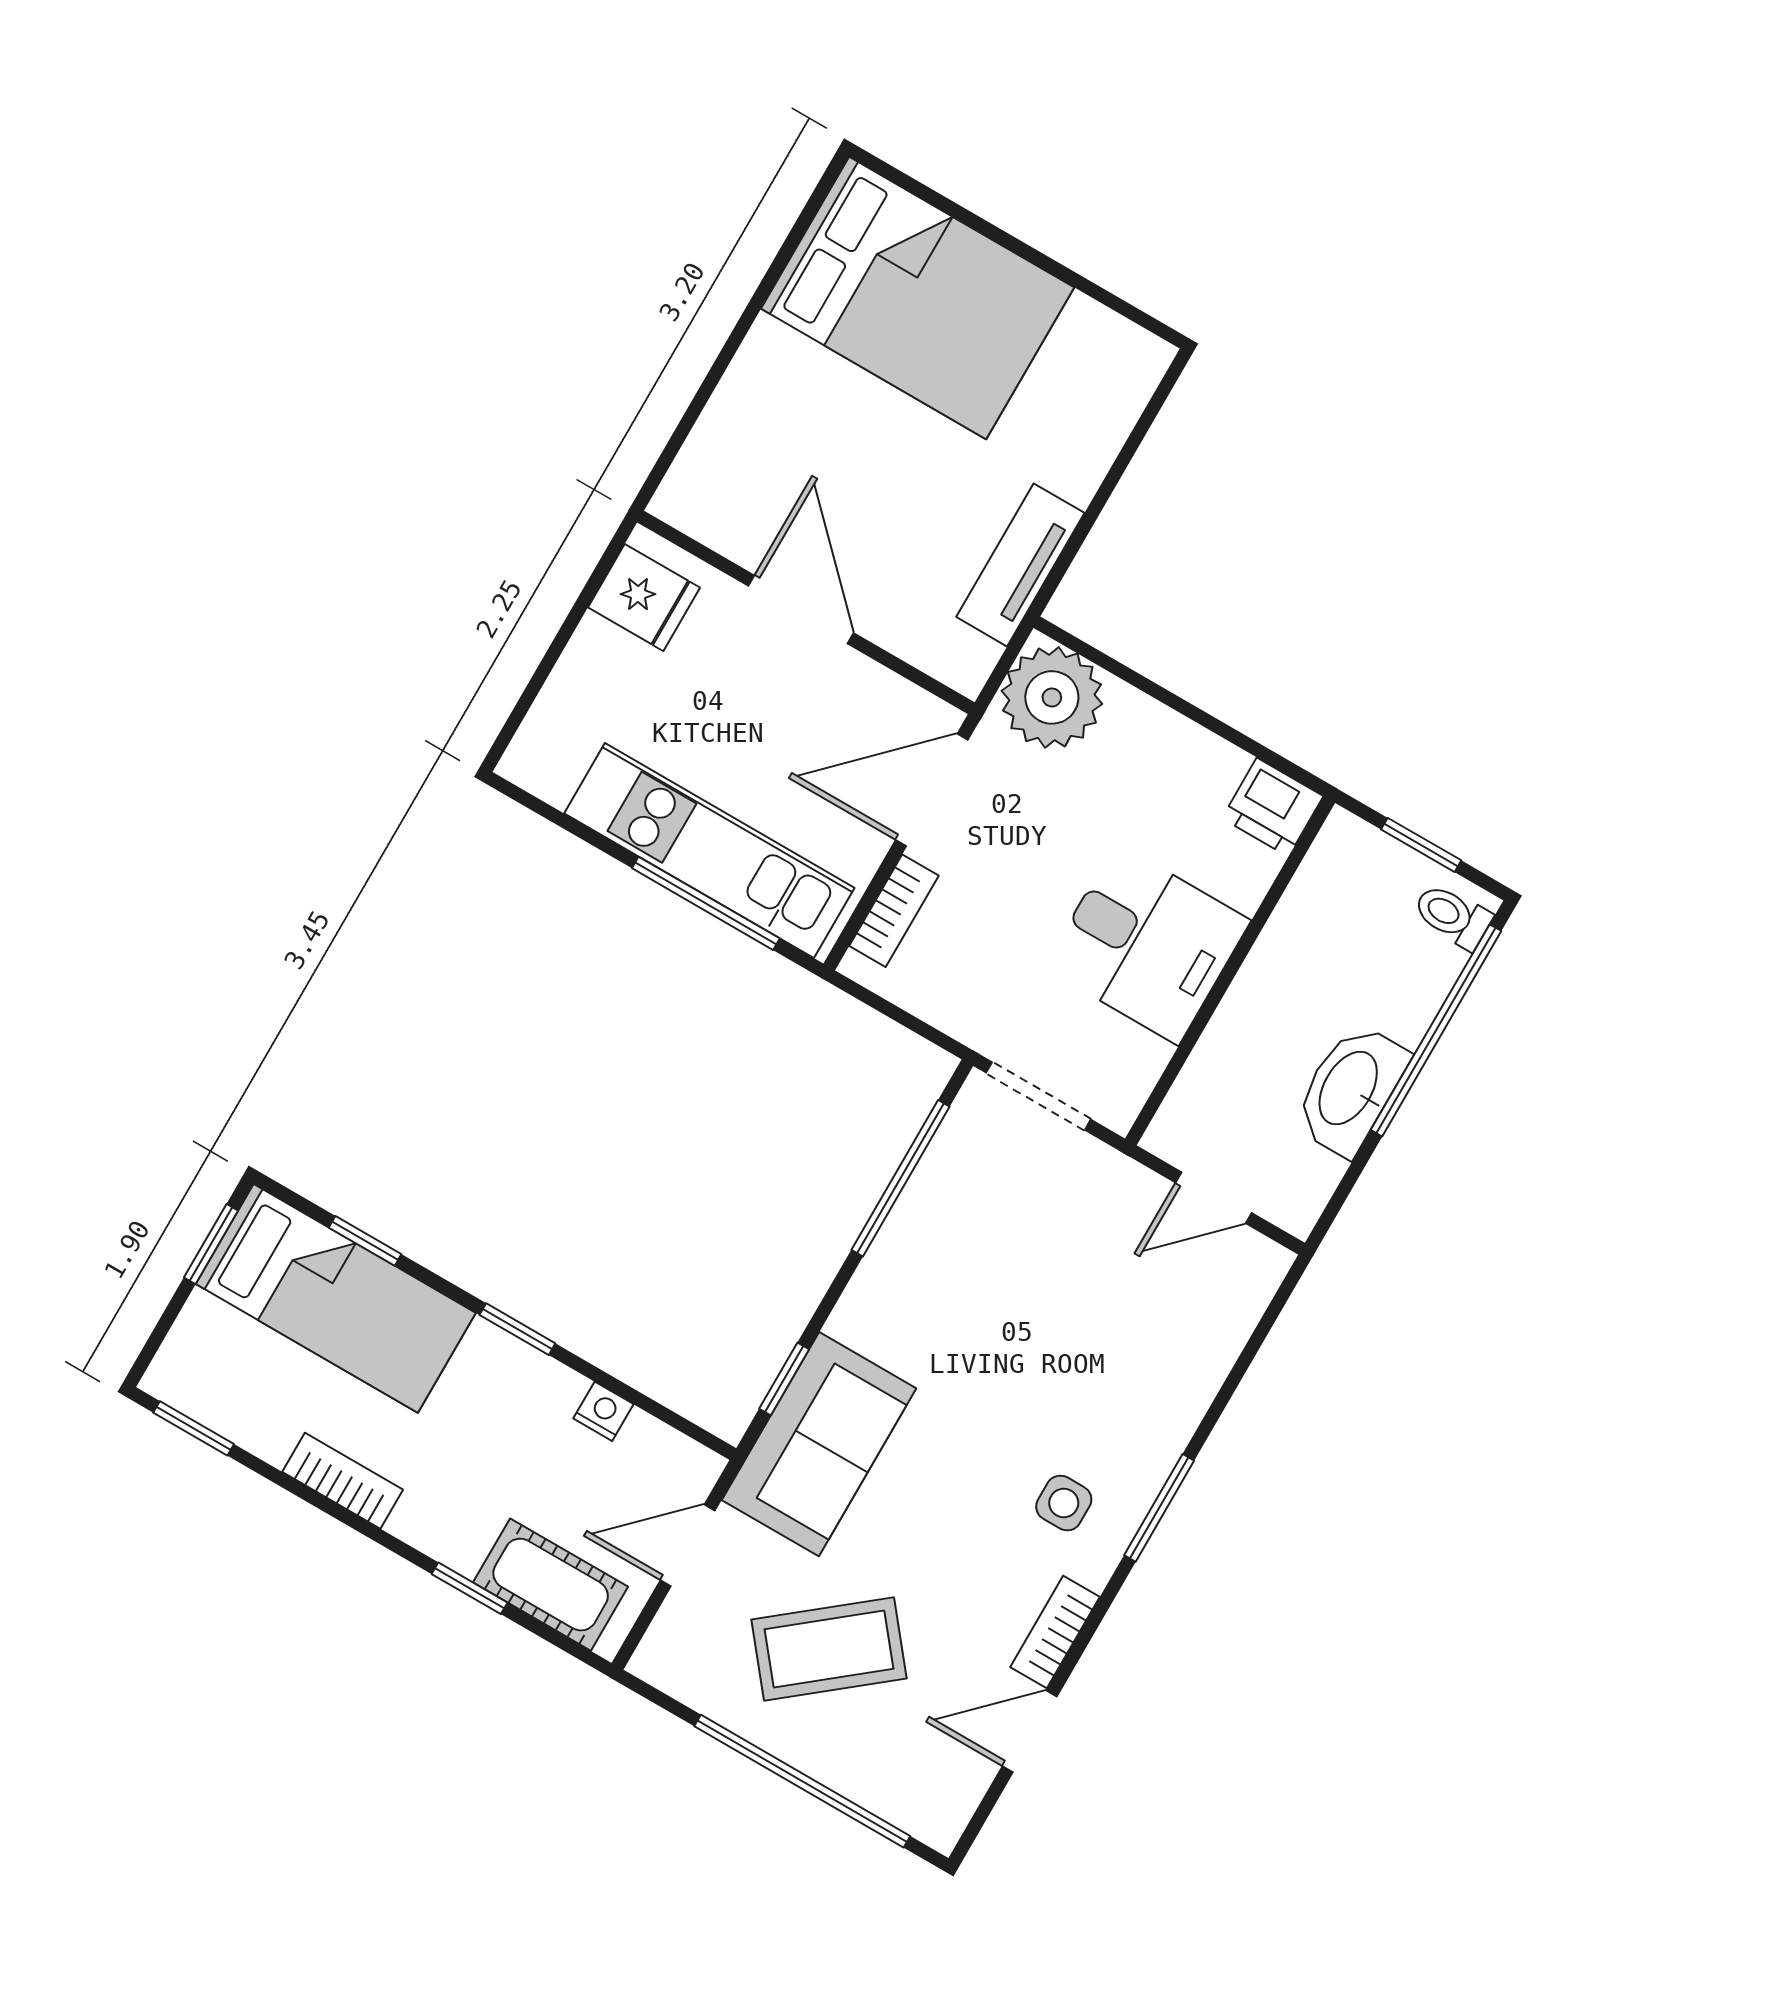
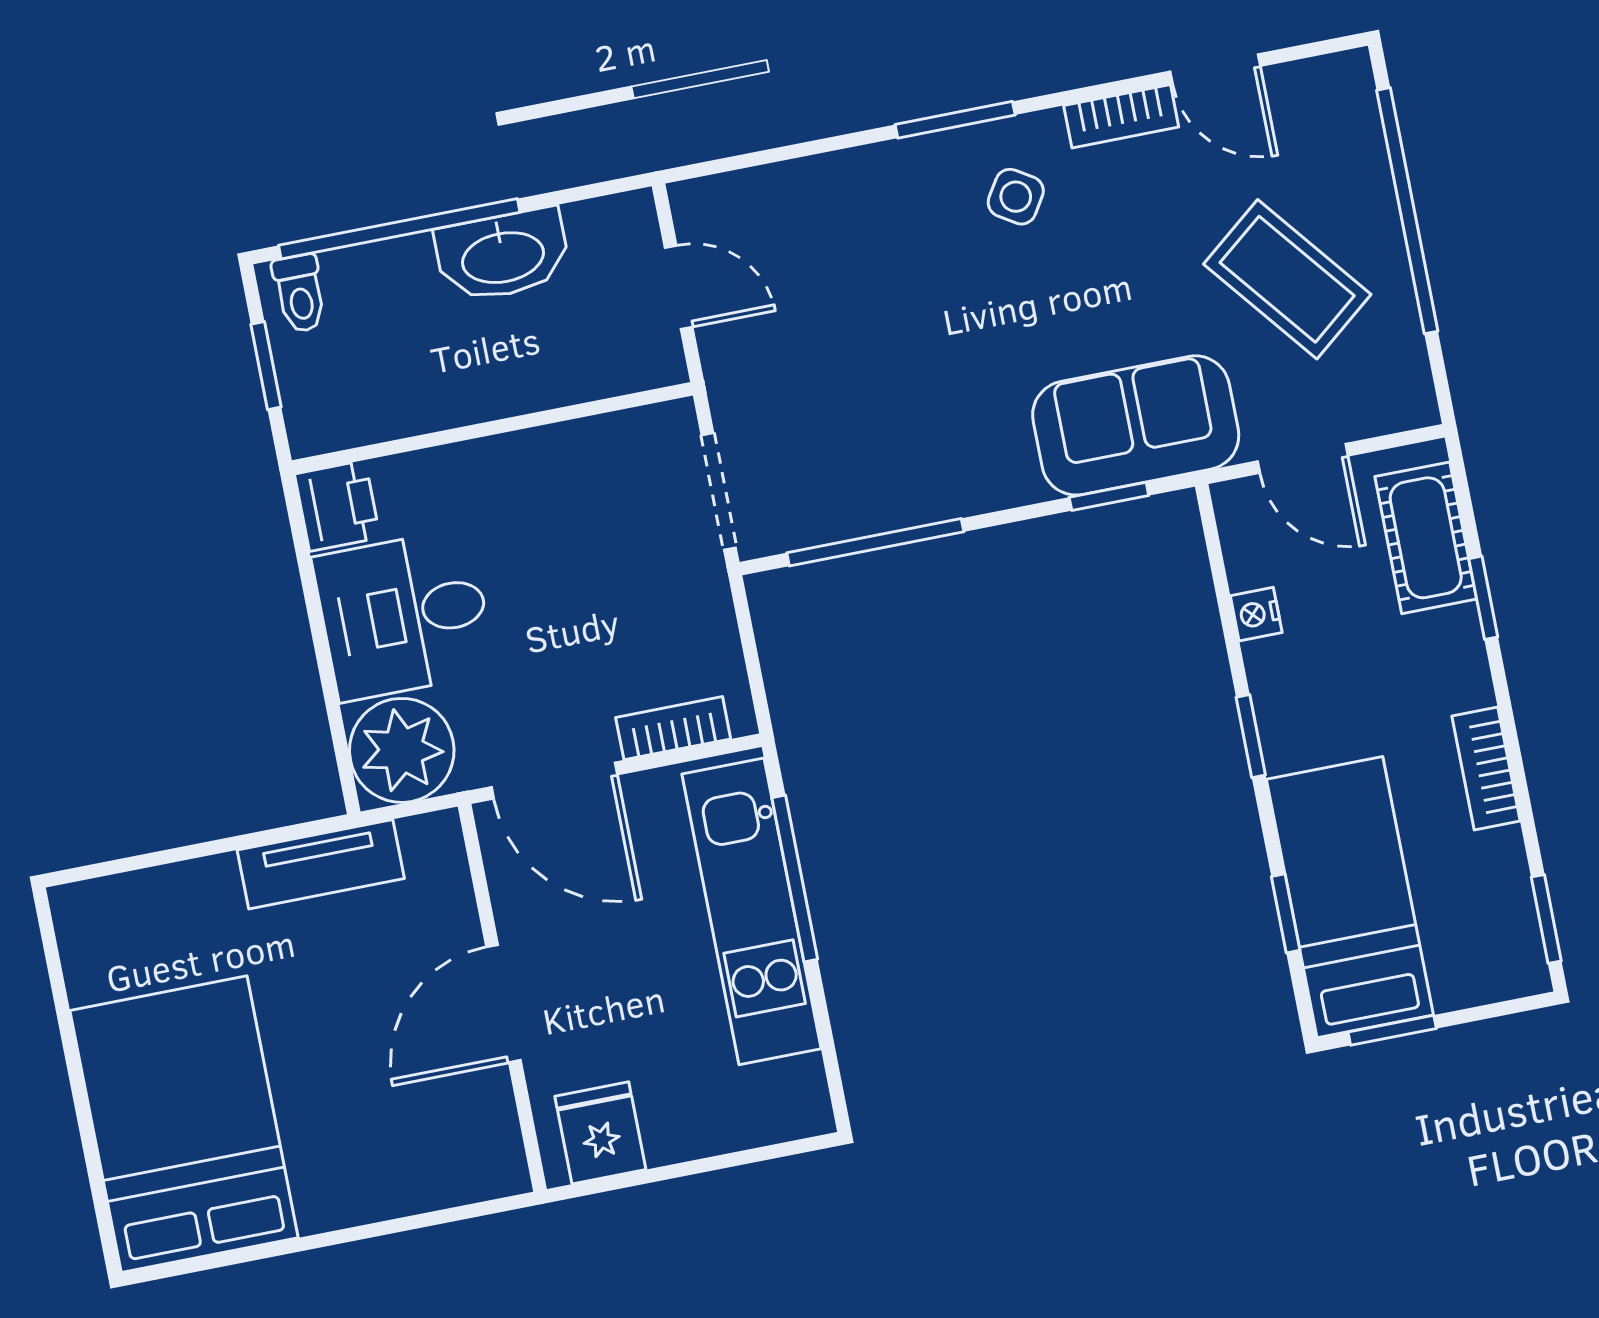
desk: (1147, 944) -> (404, 615), moved, turned -90
side table: (1064, 1503) -> (1016, 197), turned 32

